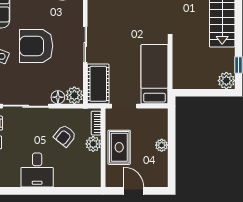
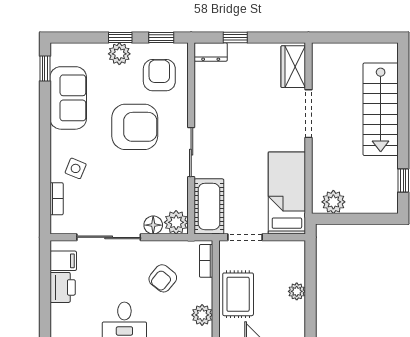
armchair: (36, 46) -> (135, 127), moved, turned 180
plant: (226, 81) -> (333, 202), moved
plant: (93, 144) -> (202, 315), moved

